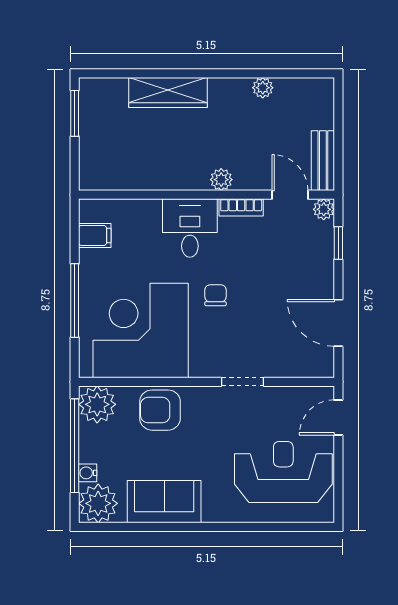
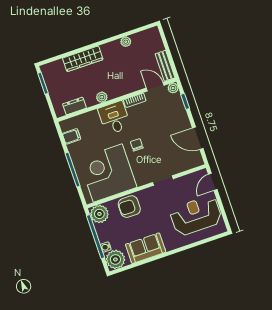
dresser: (121, 178) -> (74, 106), added
plant: (221, 180) -> (102, 97), moved

